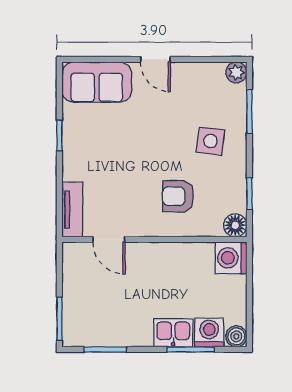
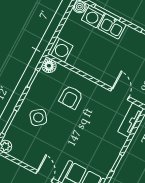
side table: (210, 141) -> (38, 117), turned 45
armchair: (178, 196) -> (71, 97), turned 90

